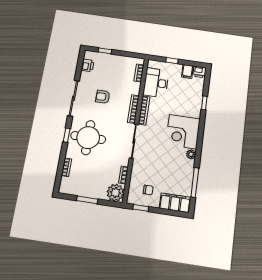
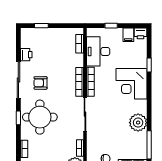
printer: (87, 65) -> (26, 55), moved
armchair: (103, 97) -> (40, 83), moved
corner desk: (183, 132) -> (132, 84), moved
plant: (191, 154) -> (138, 123), width x1.87, depth x1.87

